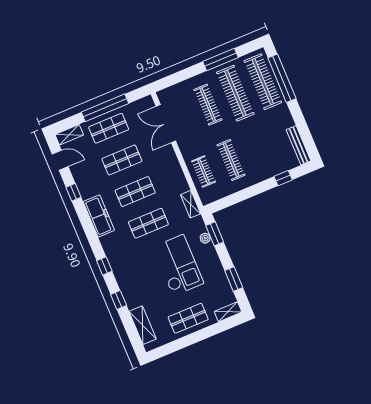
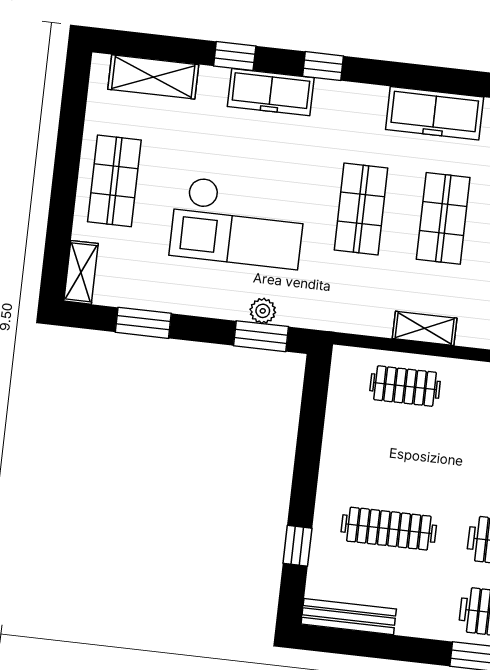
clothes rail: (231, 160) -> (389, 529), moved
shelving: (190, 204) -> (425, 328), moved
freezer: (124, 280) -> (271, 92), added

